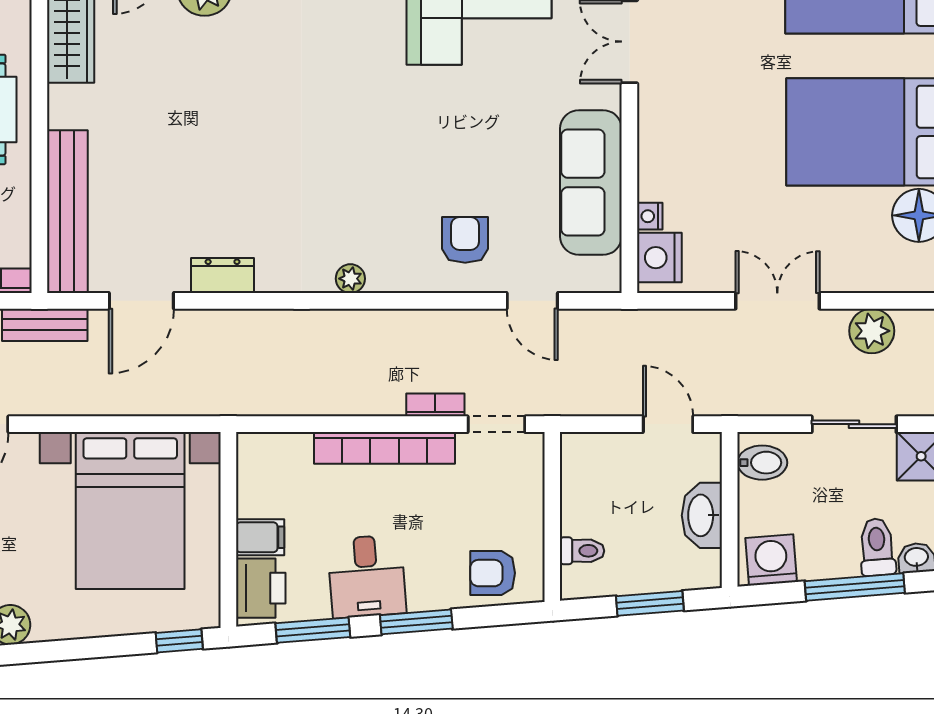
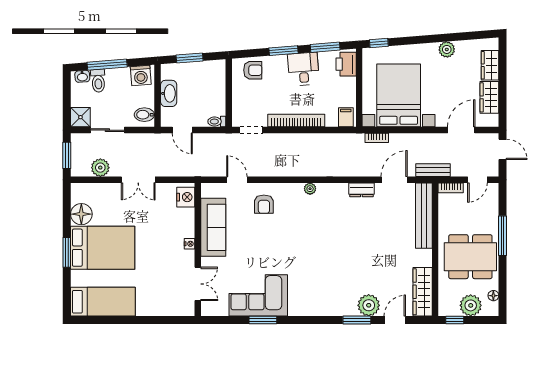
nightstand: (650, 216) -> (190, 244), moved
bookcase: (435, 405) -> (377, 138), moved
filing cabinet: (260, 537) -> (346, 117), moved, turned 90
toilet: (582, 551) -> (217, 122), moved

